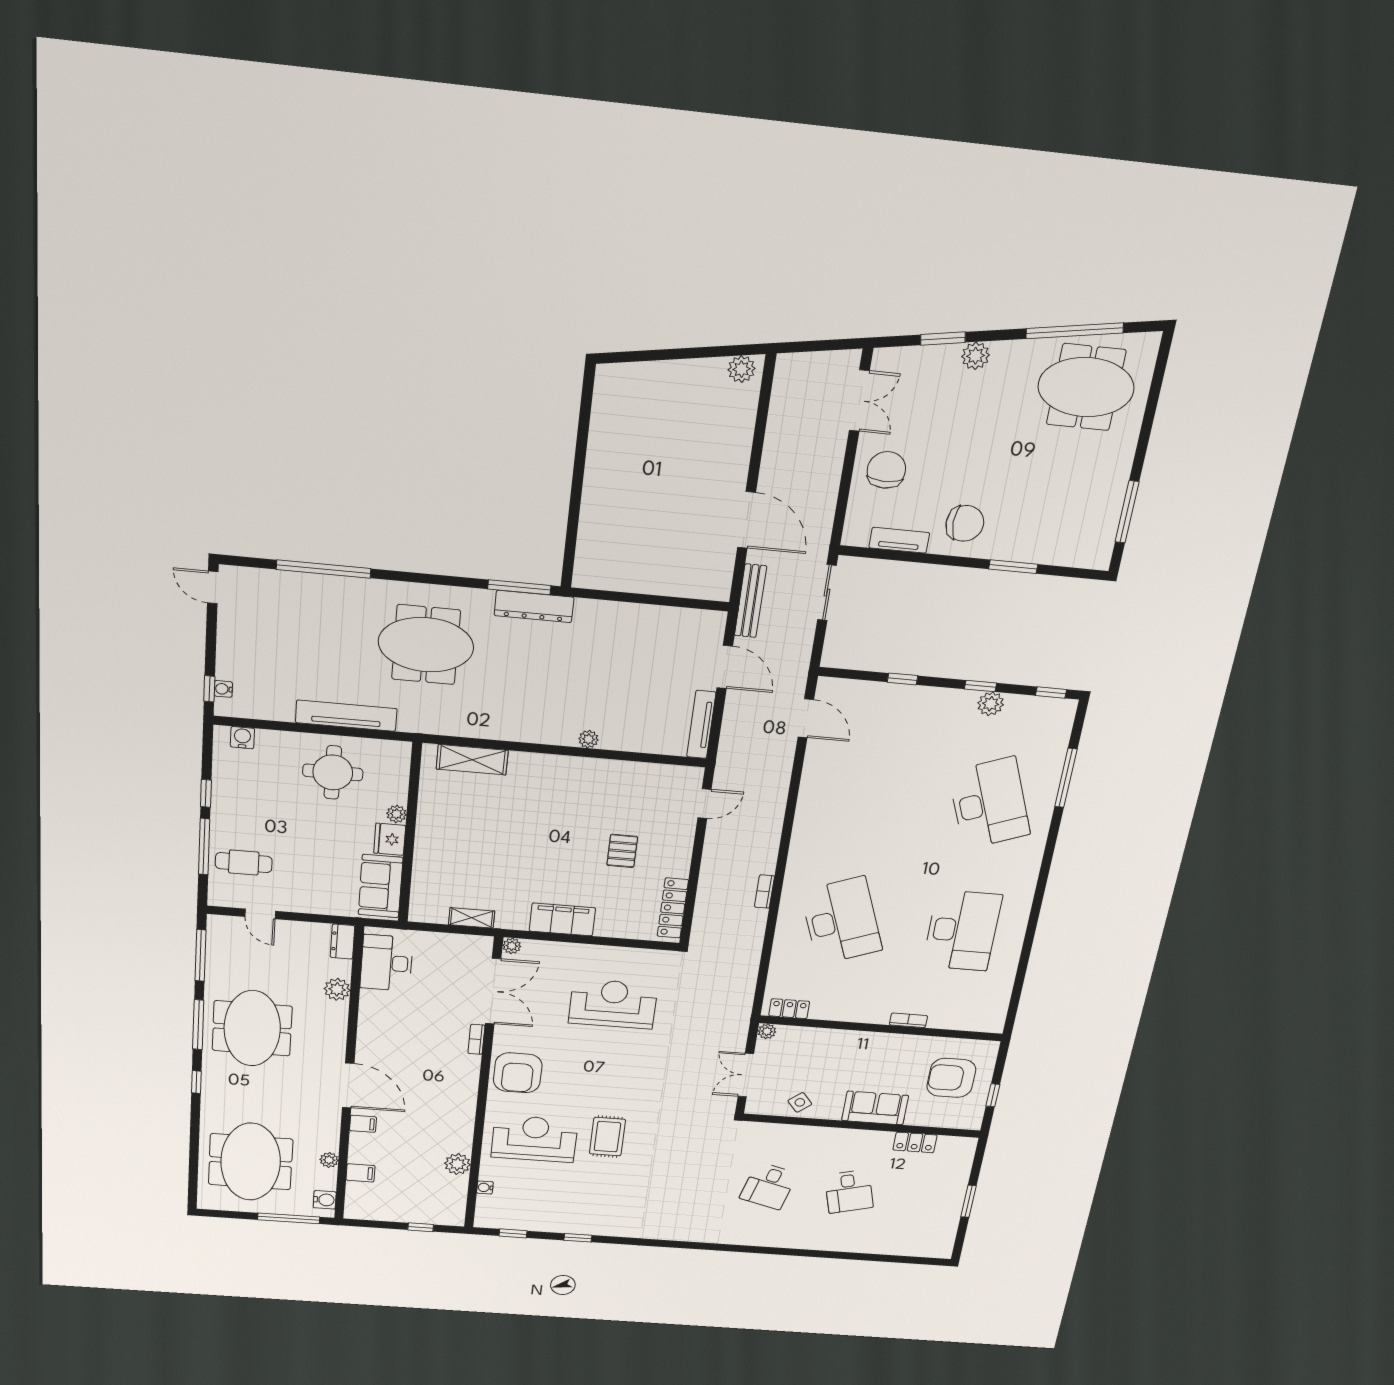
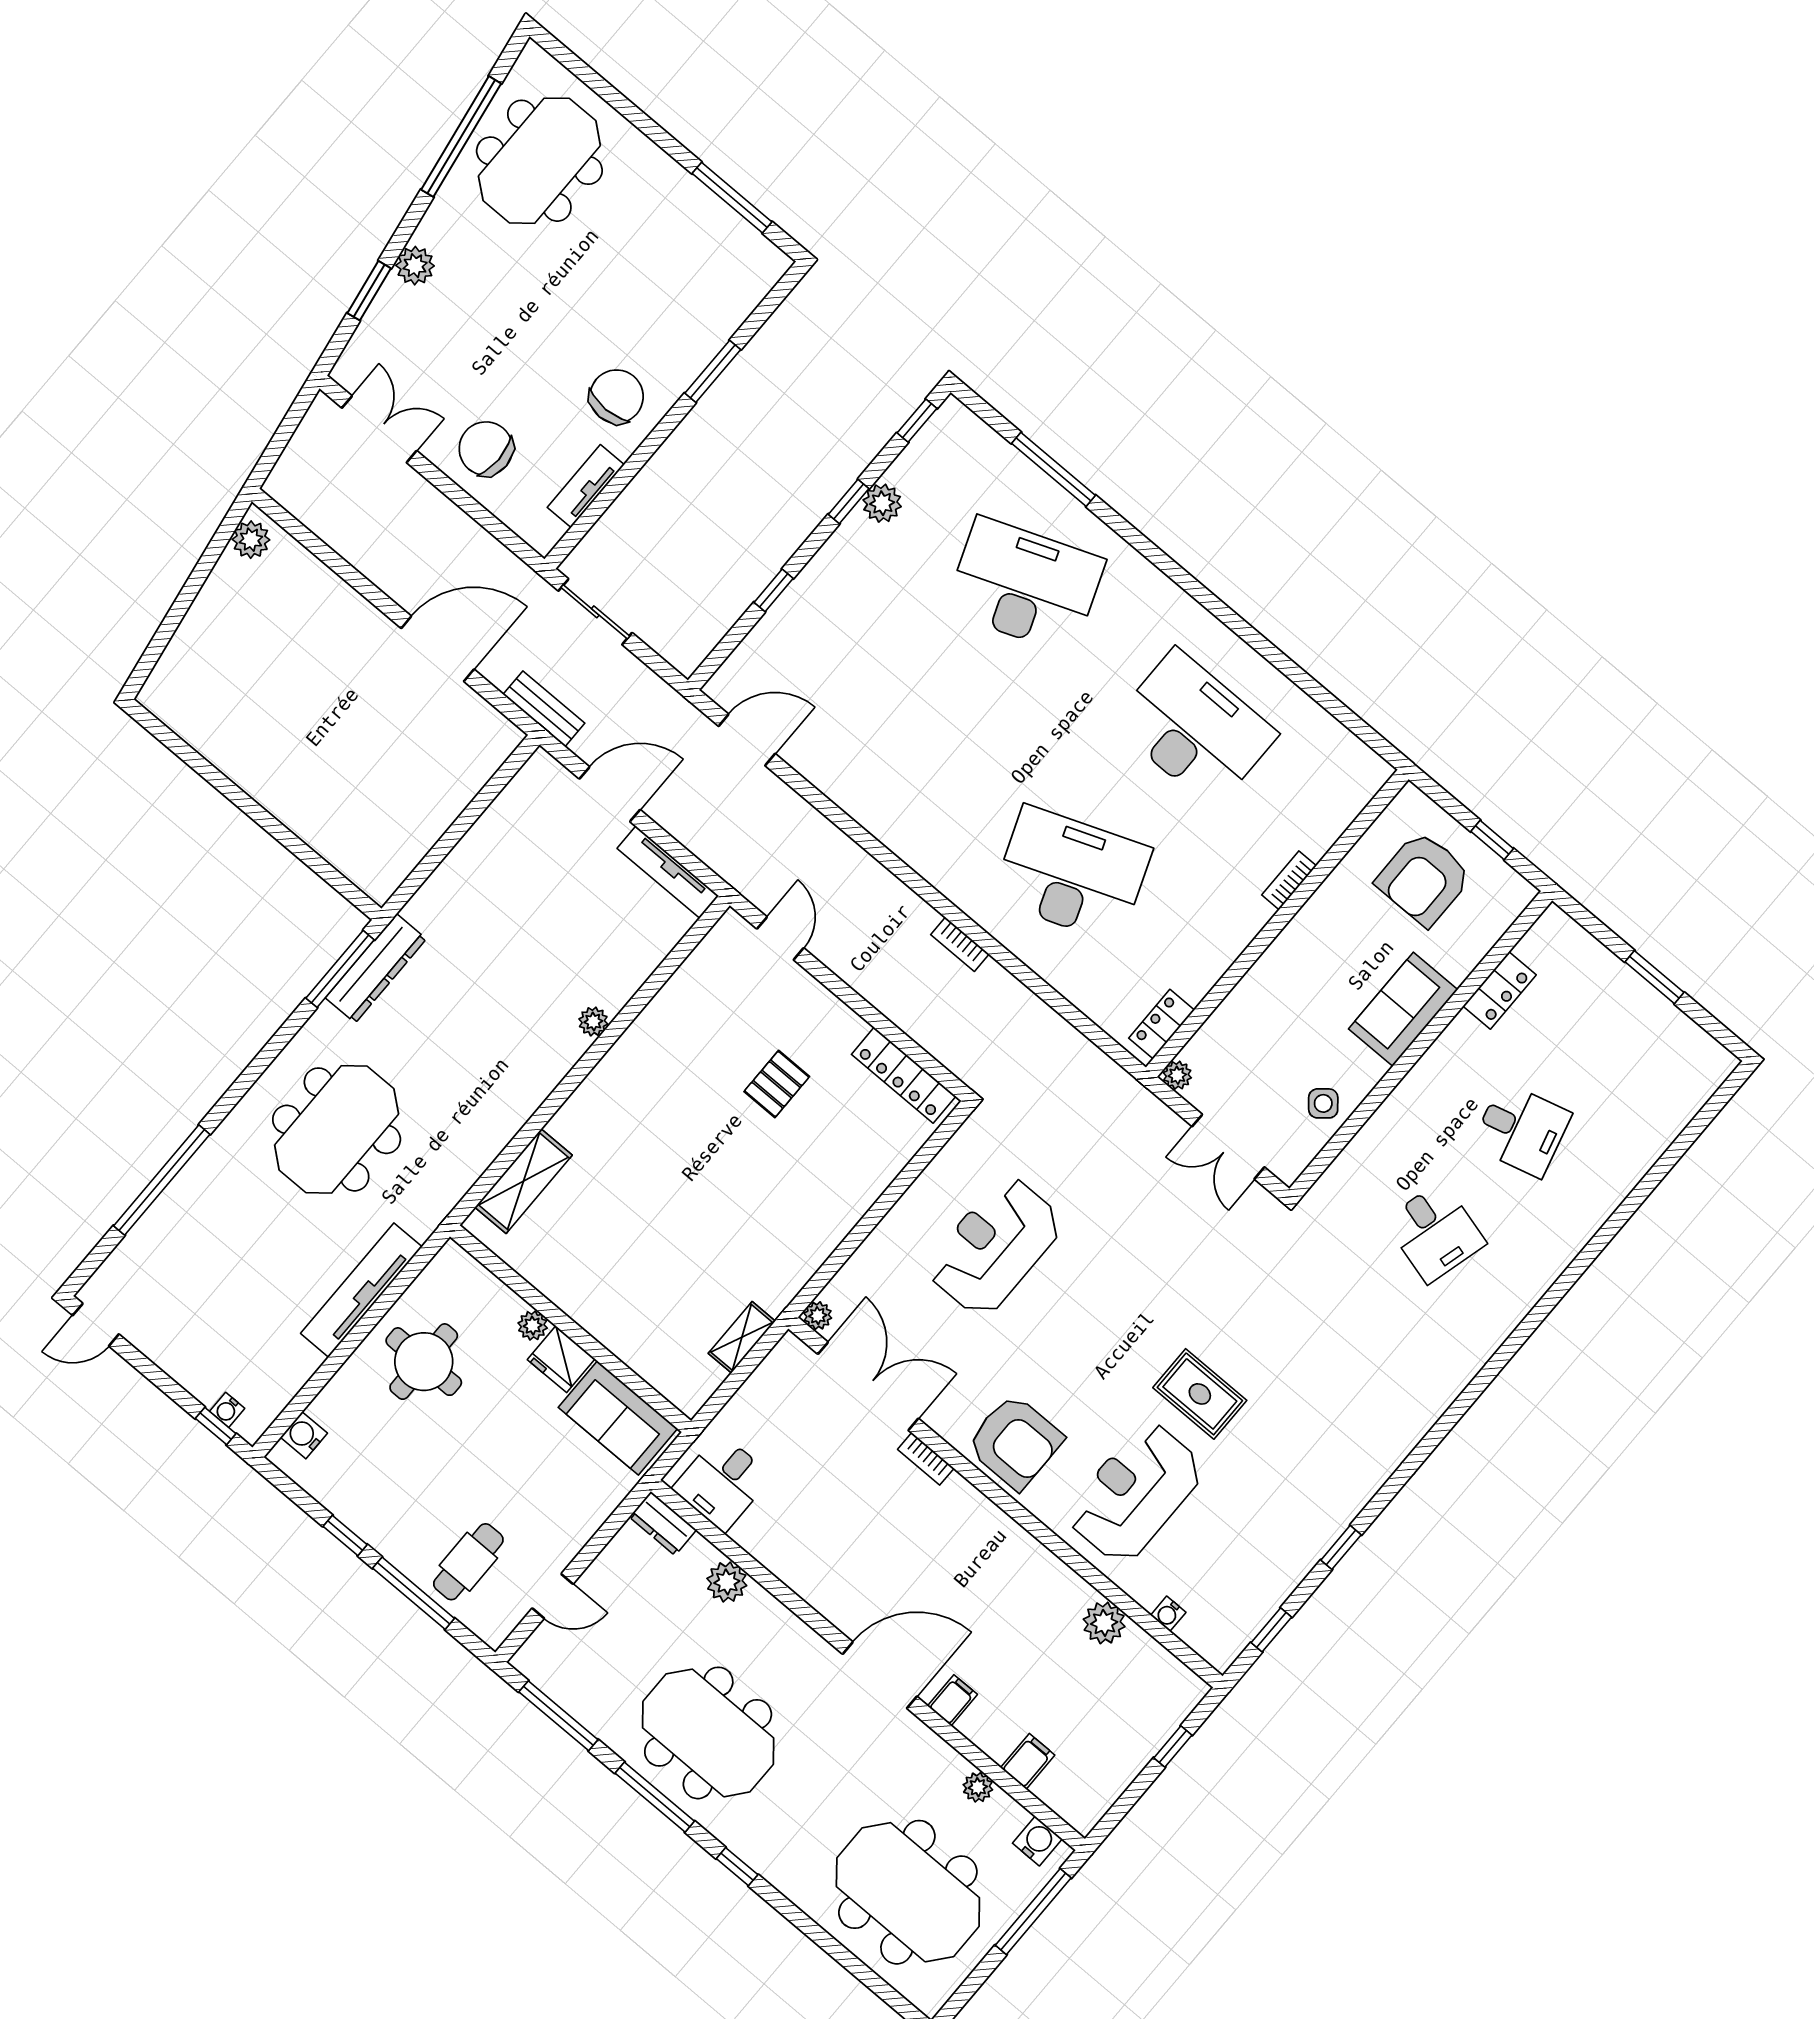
bench: (750, 601) -> (544, 709), width x0.73
pallet: (622, 851) -> (777, 1084), turned 90
filing cabinet: (562, 919) -> (824, 1225), removed
desk: (387, 963) -> (722, 1483), width x0.73

